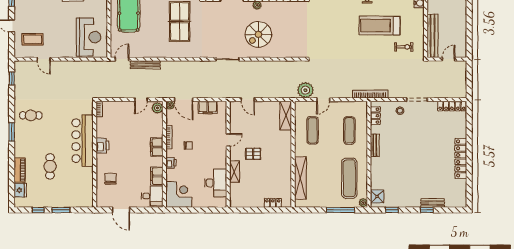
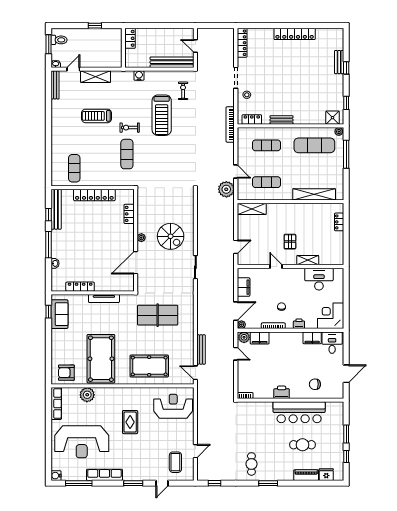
bar counter: (83, 141) -> (299, 412), moved
filing cabinet: (157, 147) -> (260, 338), moved

